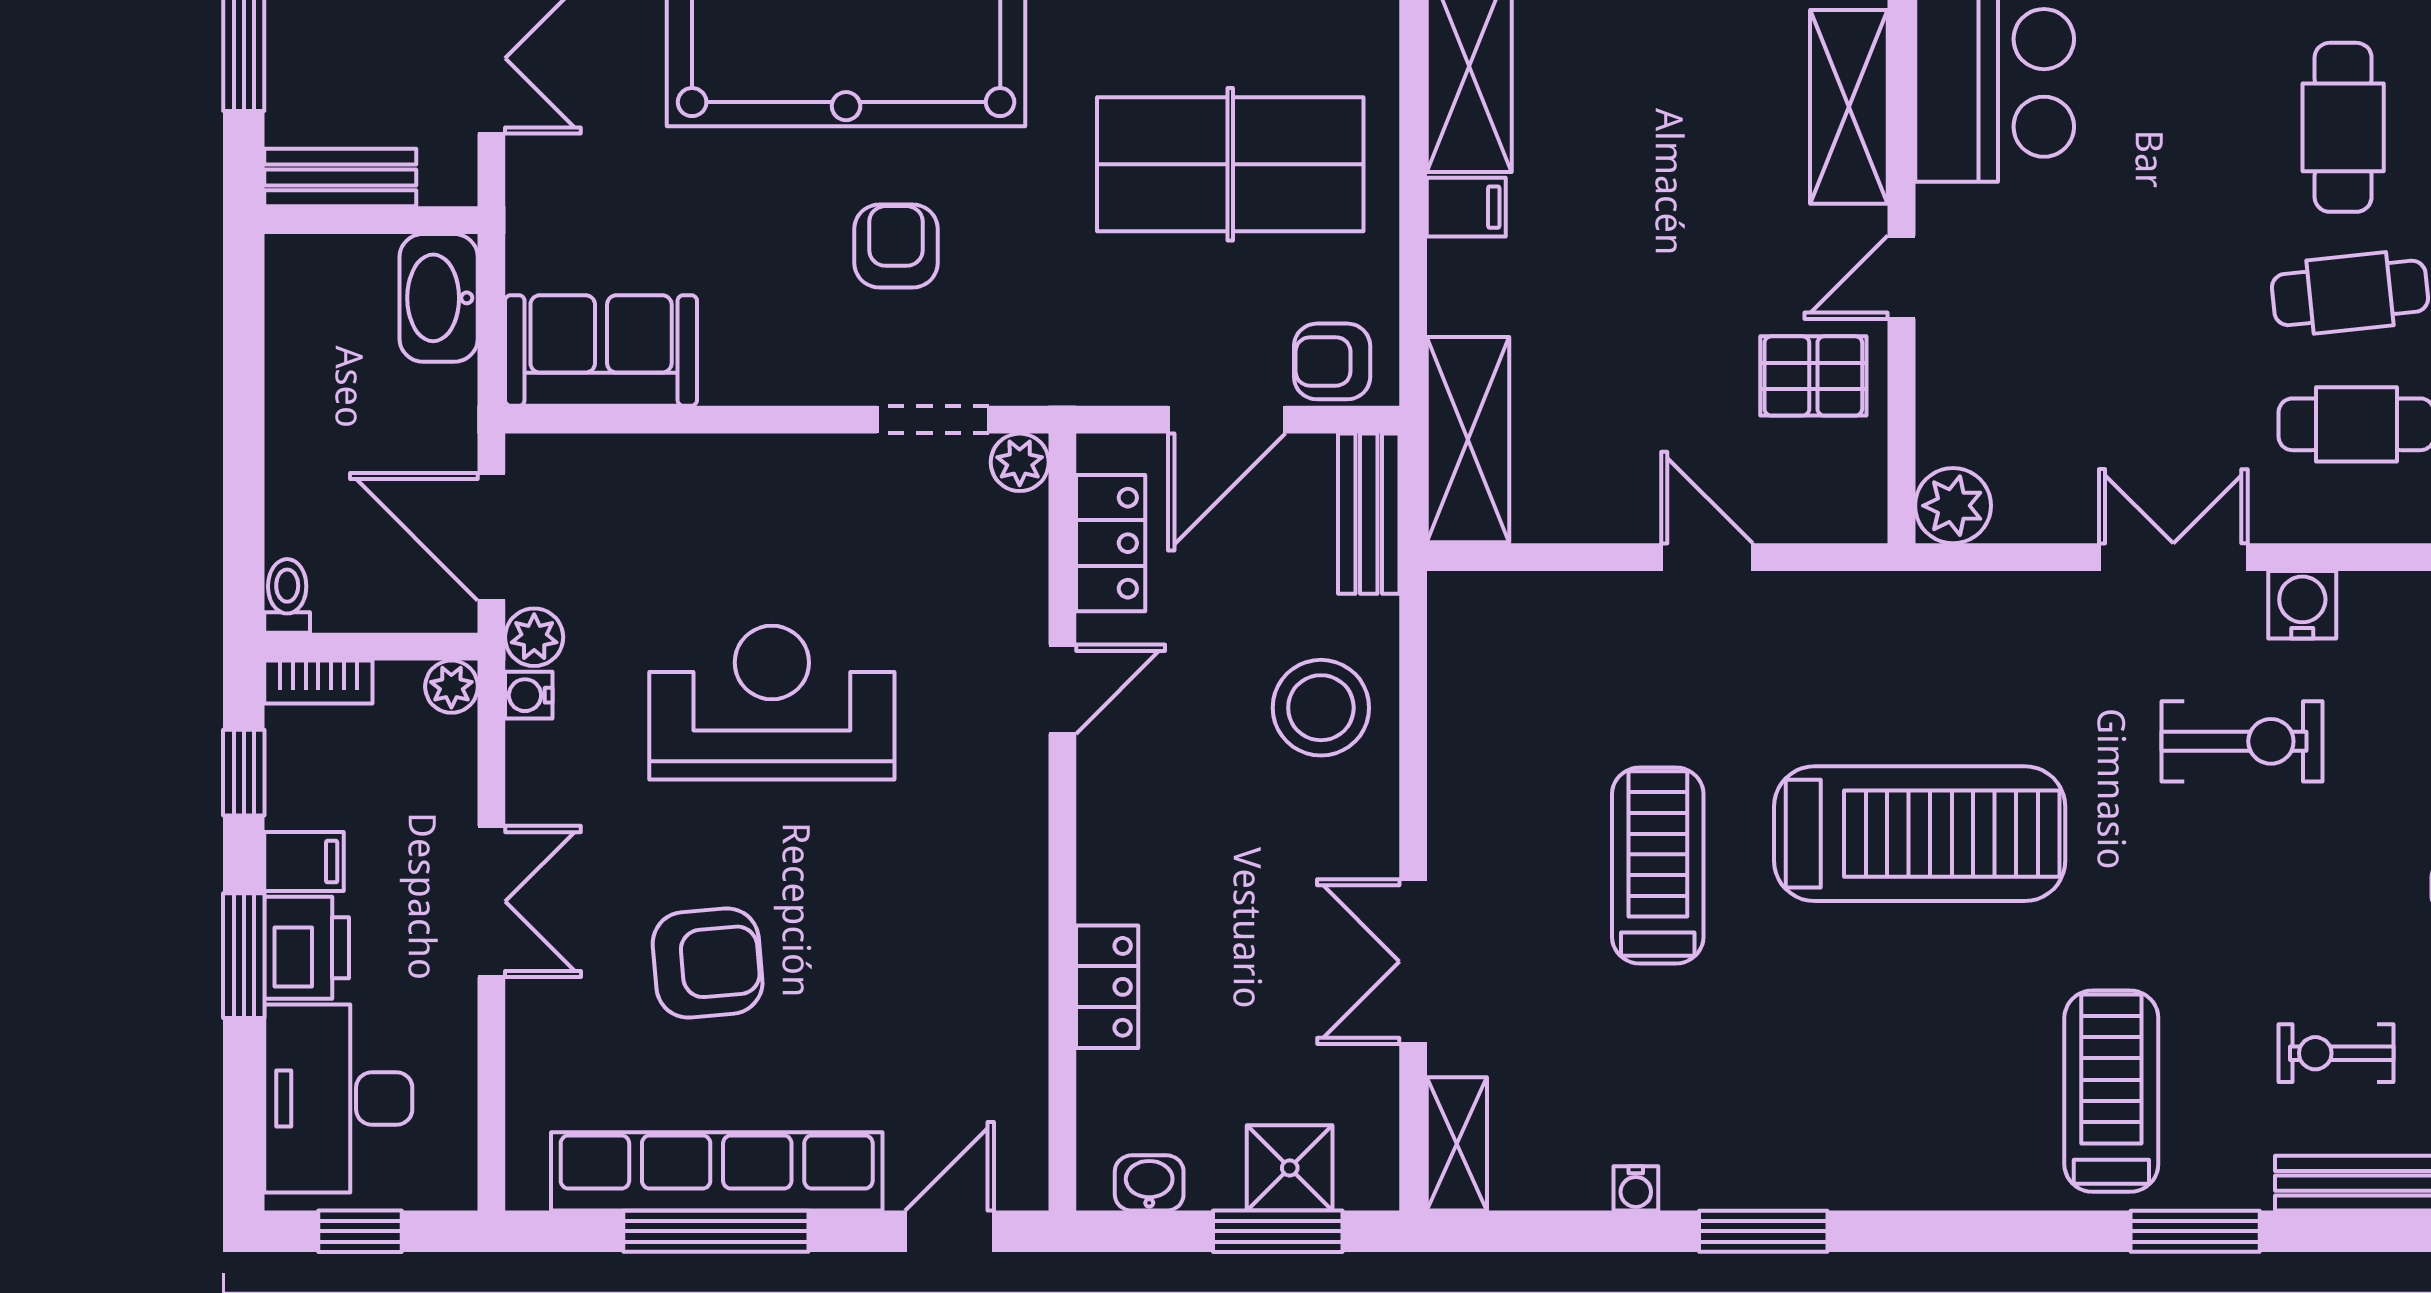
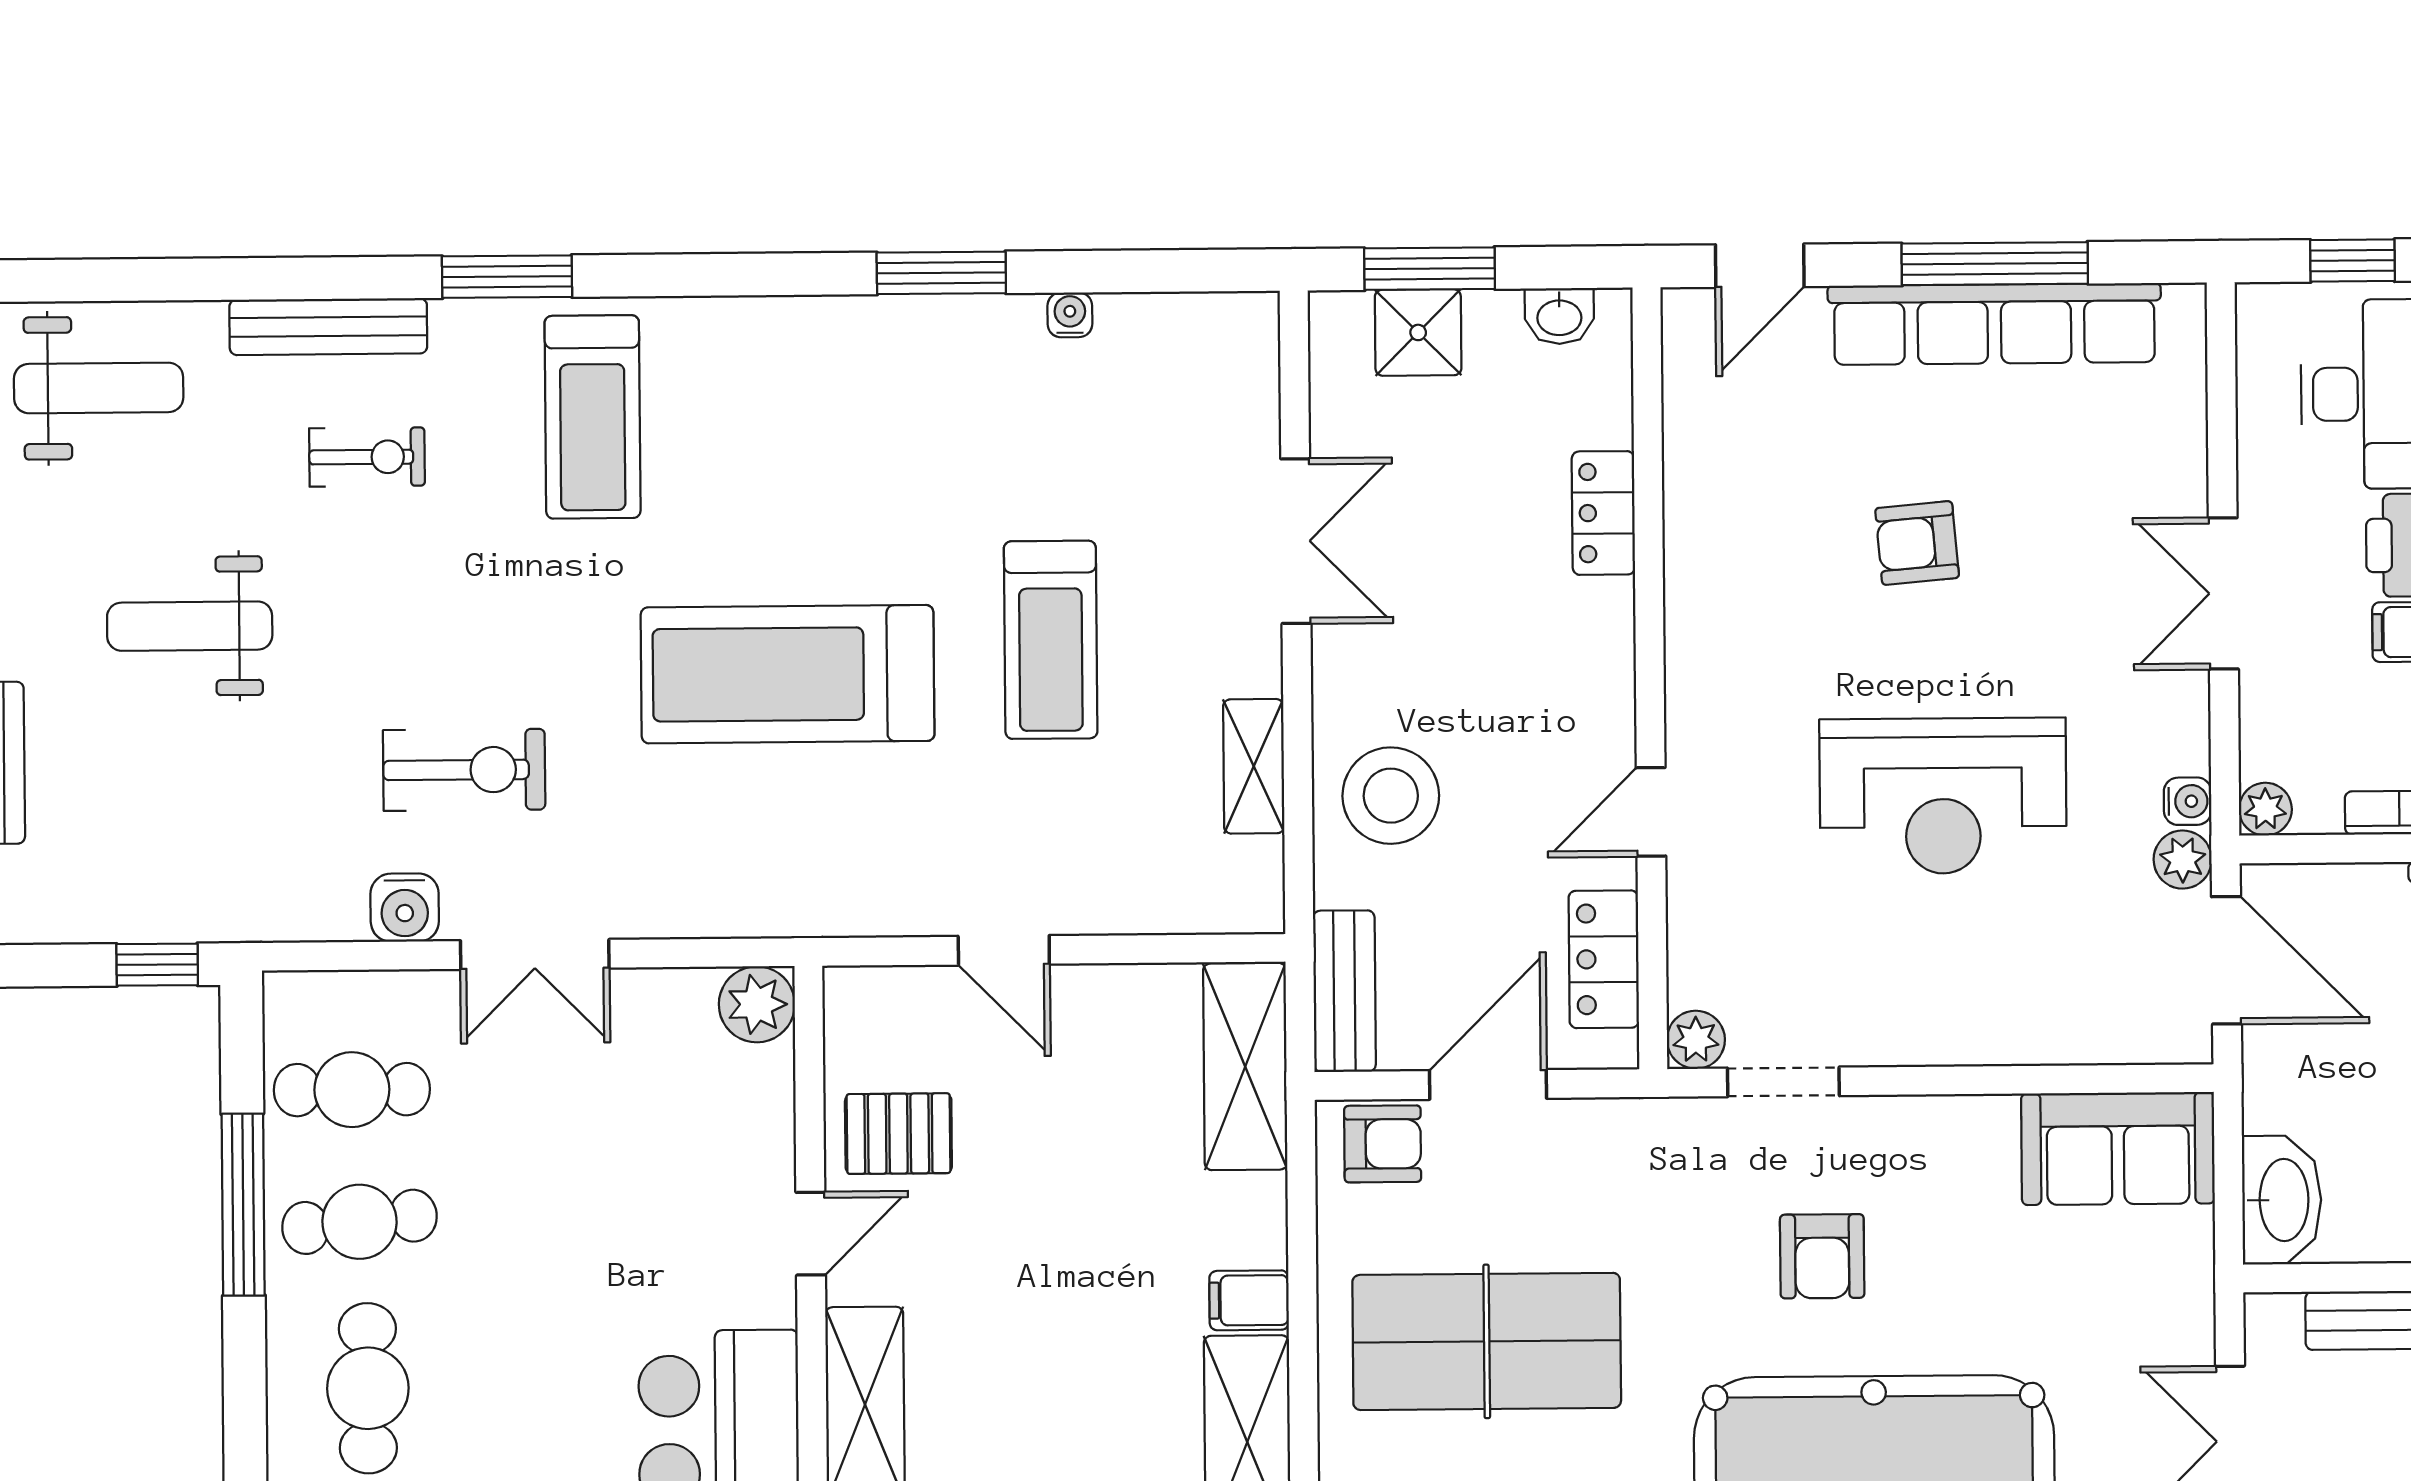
exercise bike: (2242, 741) -> (464, 770), turned 180
armchair: (708, 963) -> (1917, 543), moved, width x0.72, depth x0.72
shelving: (1457, 1144) -> (1254, 766), moved

